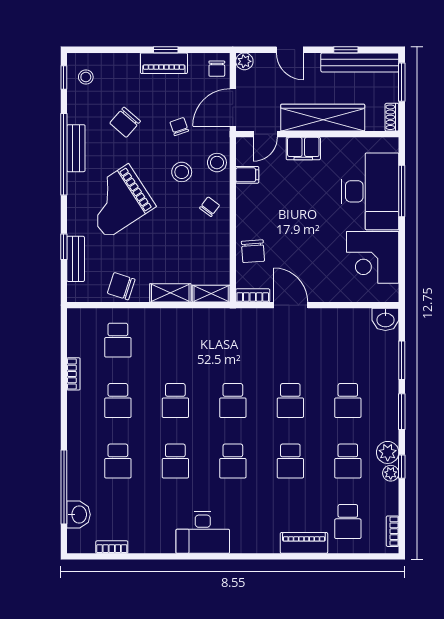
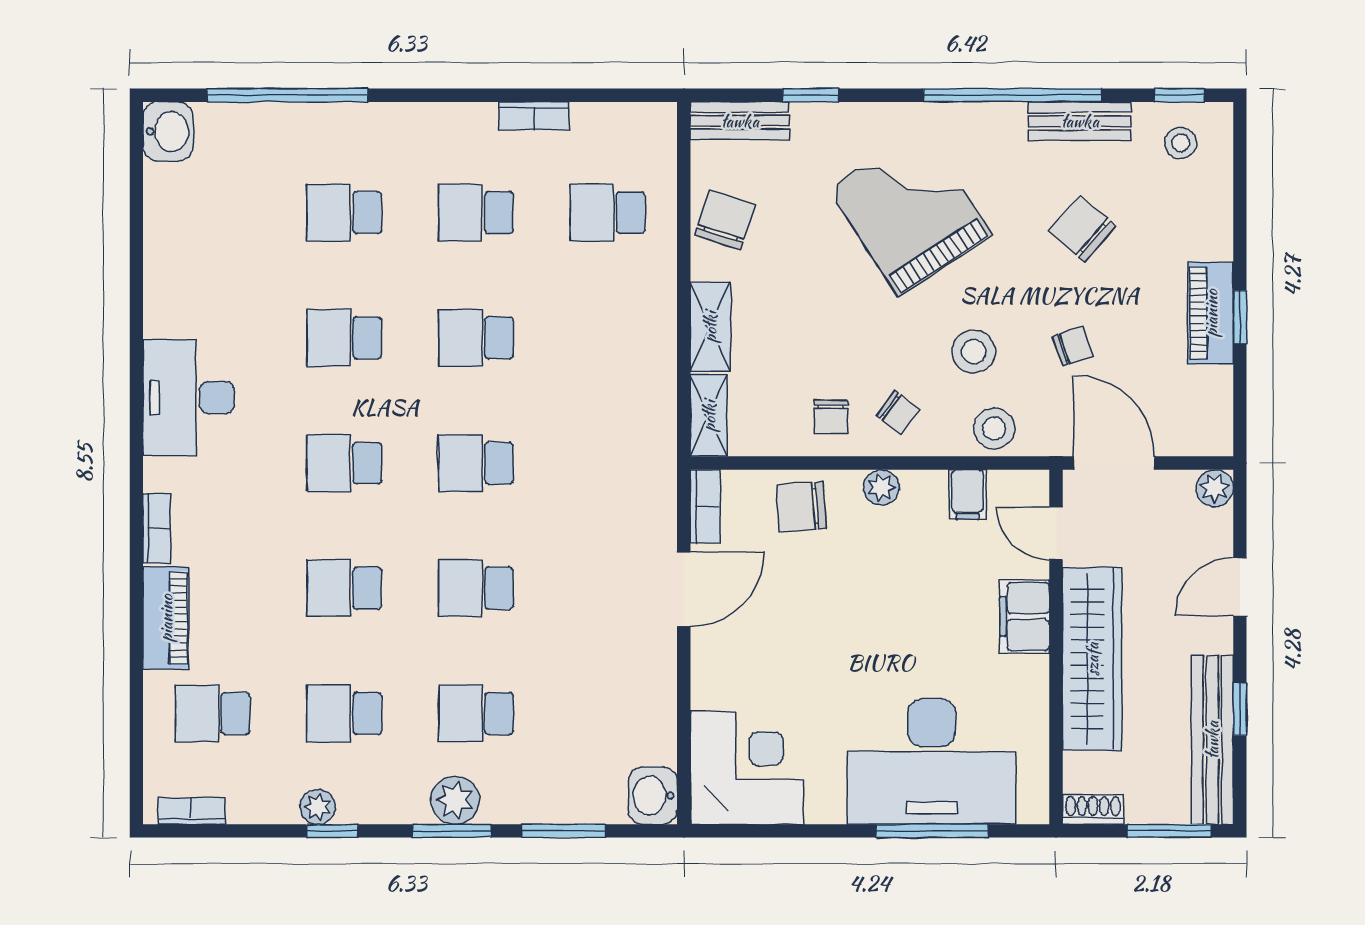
chair: (217, 69) -> (831, 417), moved, turned -90
bench: (76, 148) -> (1080, 121), moved
plant: (244, 214) -> (881, 487), added
corner desk: (373, 257) -> (747, 768), moved, turned 90
bench: (76, 259) -> (740, 121), moved
plant: (388, 452) -> (455, 800), moved
washbasin: (78, 515) -> (168, 131), moved, turned -90
bookcase: (112, 547) -> (157, 528), moved

